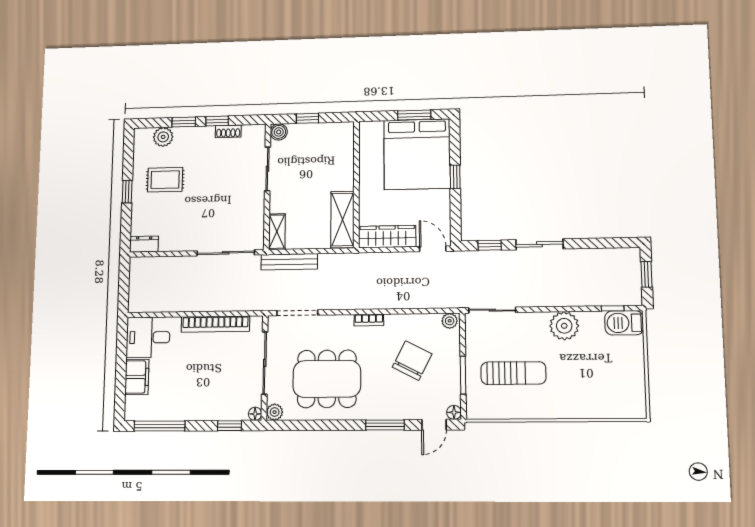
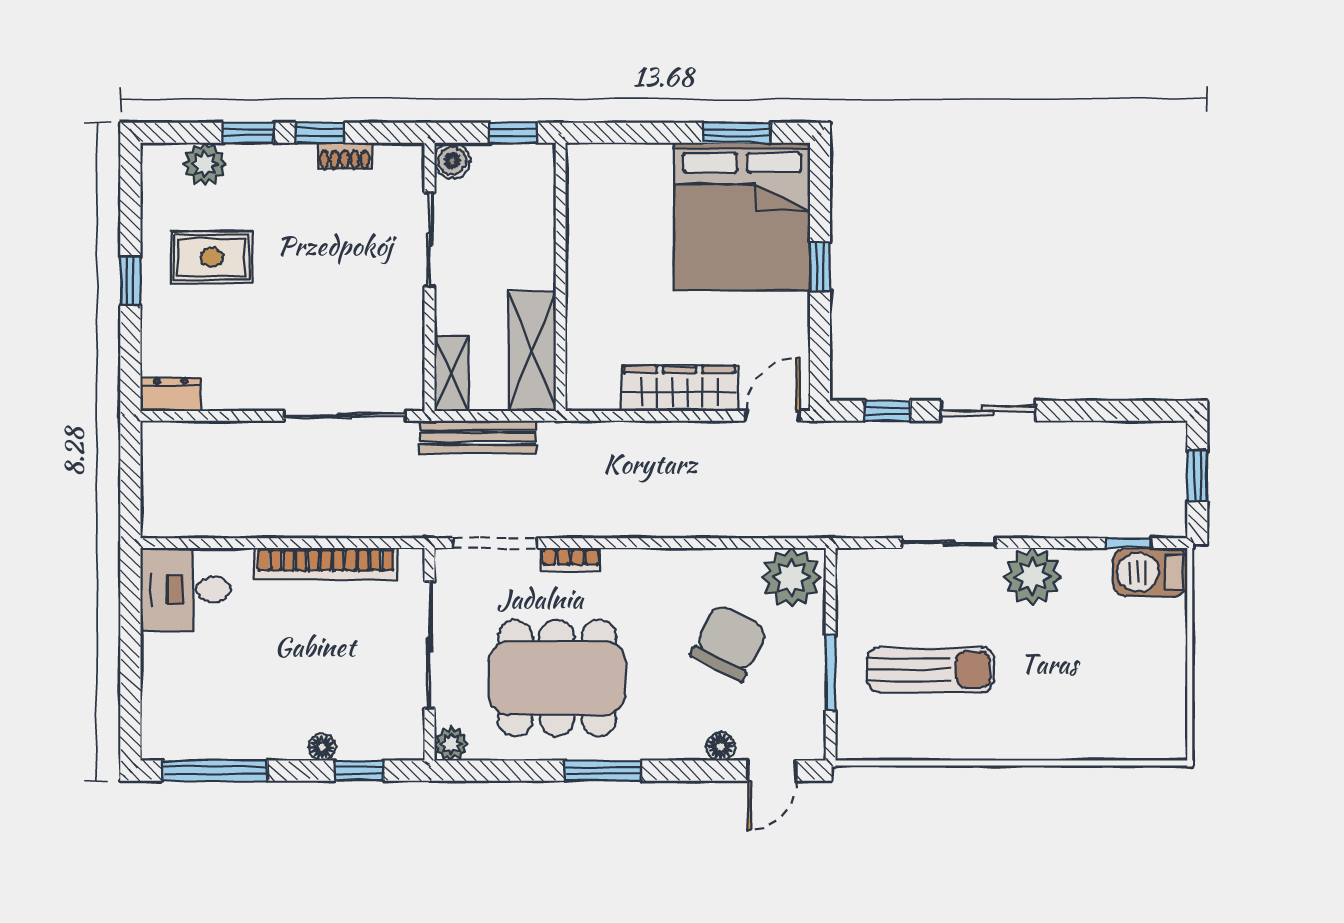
wall: (356, 184) -> (561, 277), moved
shelving: (343, 220) -> (532, 351), moved
door: (433, 249) -> (773, 416), hinge flipped
sliding door: (492, 310) -> (948, 543), moved
bookcase: (369, 320) -> (571, 560), moved
plant: (450, 321) -> (791, 577), width x1.88, depth x1.88
filing cabinet: (137, 377) -> (164, 671), removed
floor lamp: (454, 412) -> (720, 746), moved
floor lamp: (255, 414) -> (322, 747), moved
window: (385, 425) -> (603, 771), moved

